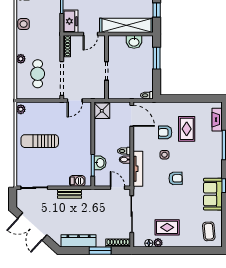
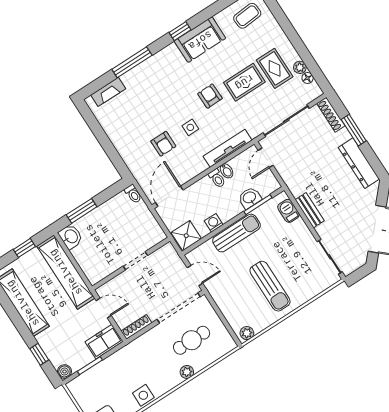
washbasin: (134, 42) -> (71, 237), moved
rug: (187, 129) -> (244, 82), moved
washing machine: (99, 132) -> (214, 223), added
sun lounger: (84, 142) -> (236, 233), added

